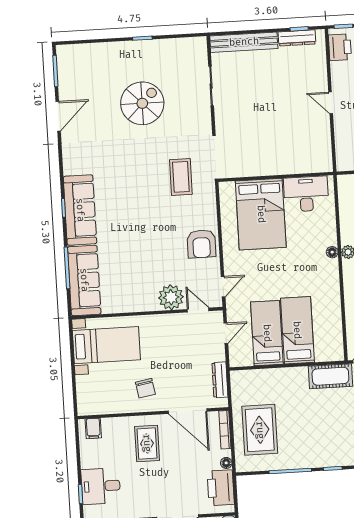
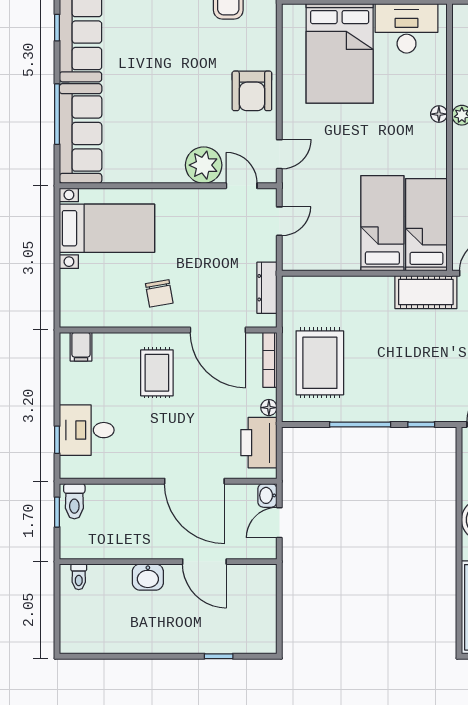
bed: (267, 333) -> (426, 225), moved

